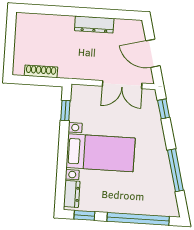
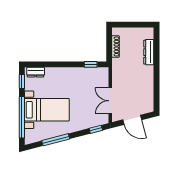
dresser: (94, 25) -> (149, 52), moved
door: (153, 53) -> (132, 120), swing flipped
bed with nightstands: (101, 153) -> (47, 110), moved, turned -90

